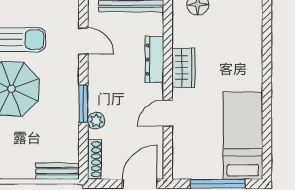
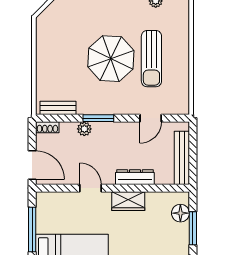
shoe rack: (94, 159) -> (47, 127), width x0.70
bench: (57, 171) -> (58, 108), moved, turned 90

